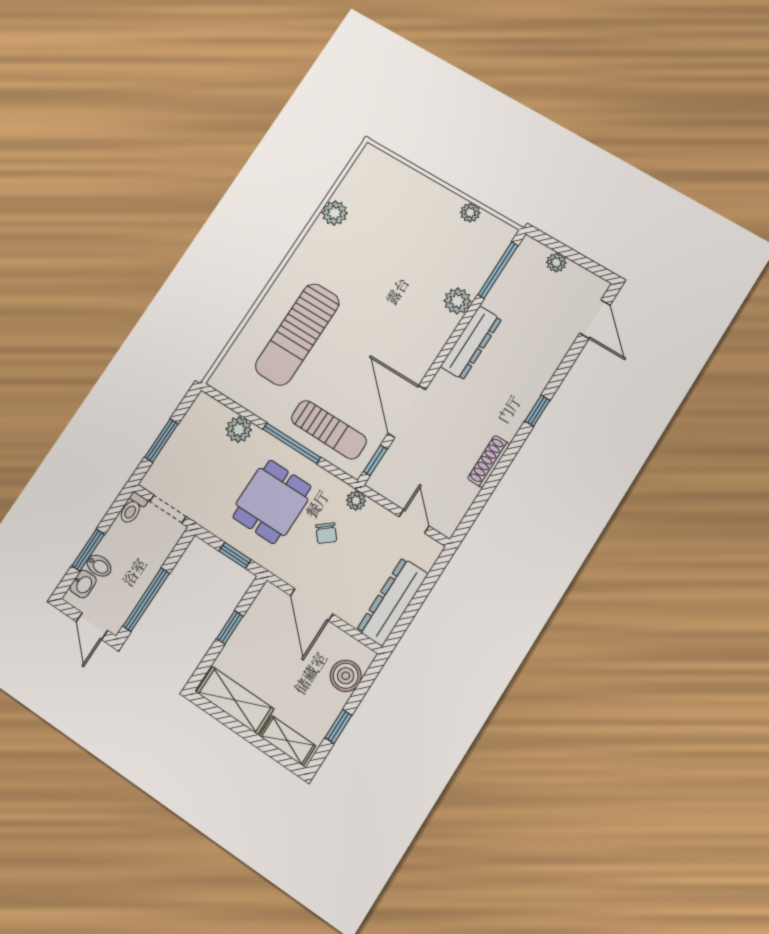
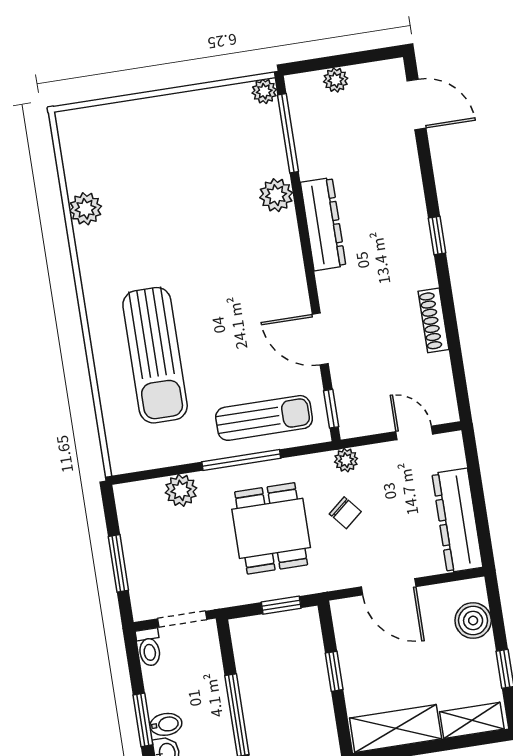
plant: (470, 213) -> (264, 91), moved
door: (407, 411) -> (320, 339), width x0.73

